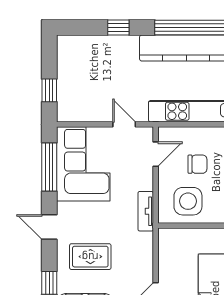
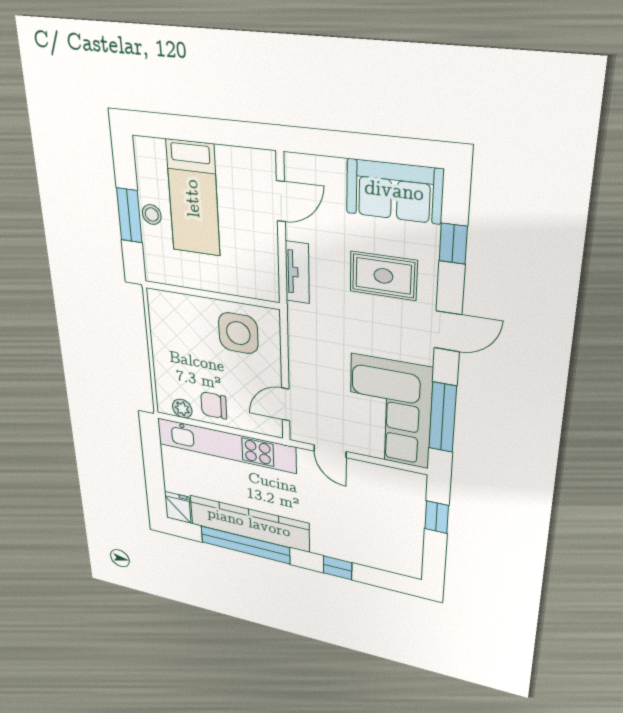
chair: (197, 164) -> (214, 405), moved
tv unit: (146, 211) -> (297, 272), moved
door: (49, 227) -> (448, 331), hinge flipped

